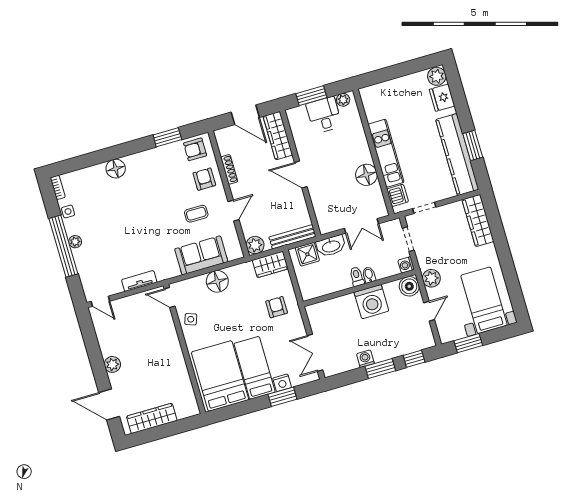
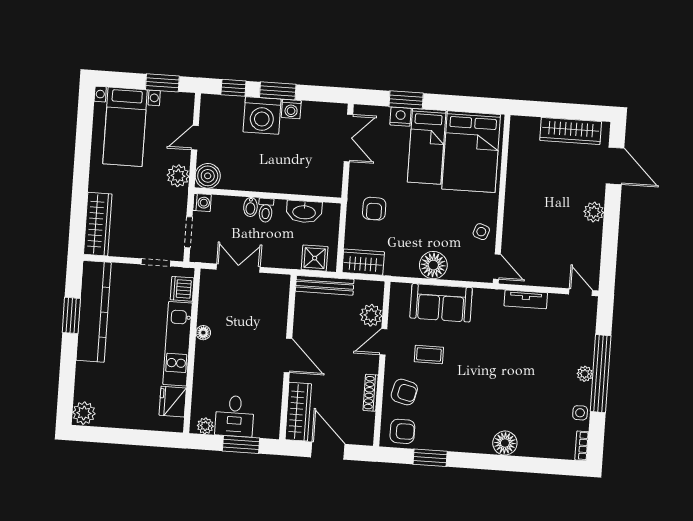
fridge: (442, 98) -> (173, 402), moved, turned 180
floor lamp: (366, 175) -> (203, 333), width x0.53, depth x0.53
armchair: (204, 179) -> (404, 392), turned -76
plant: (255, 245) -> (371, 315), moved
washbasin: (331, 246) -> (304, 212), moved, turned 180
washing machine: (371, 302) -> (262, 115), moved, turned 180

